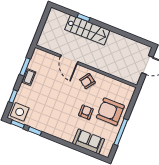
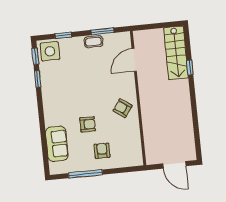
stairs: (87, 30) -> (176, 53), moved
door: (69, 59) -> (134, 60), moved
armchair: (110, 112) -> (102, 151), width x0.53, depth x0.53

